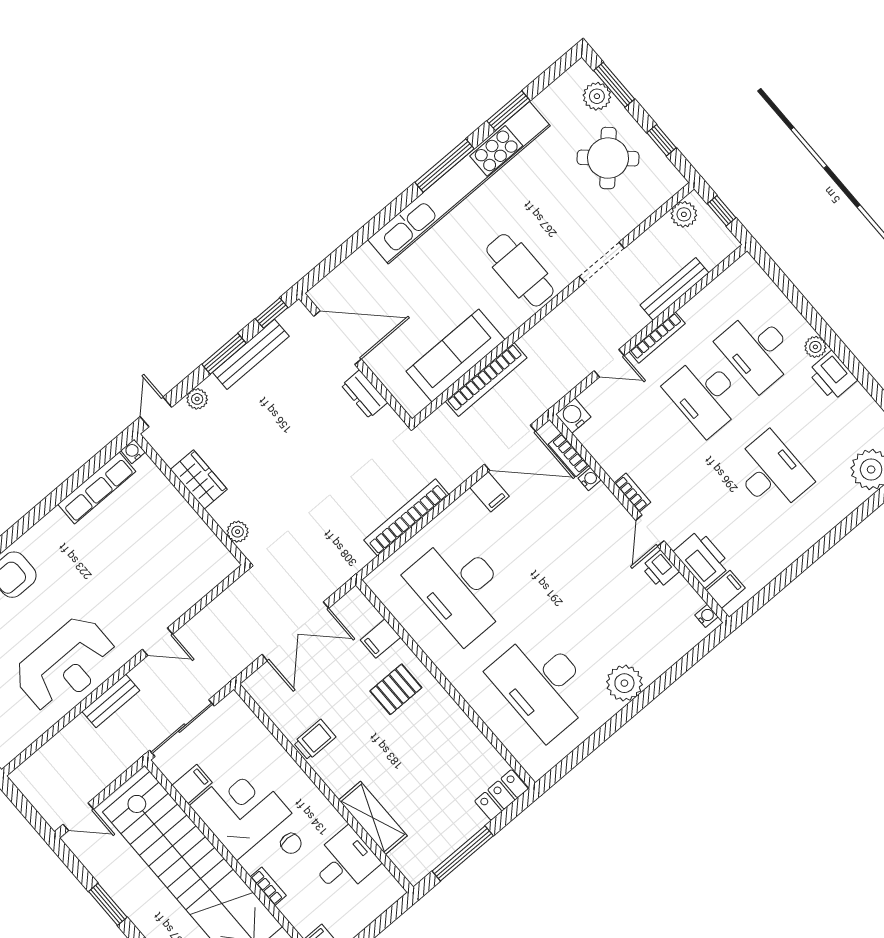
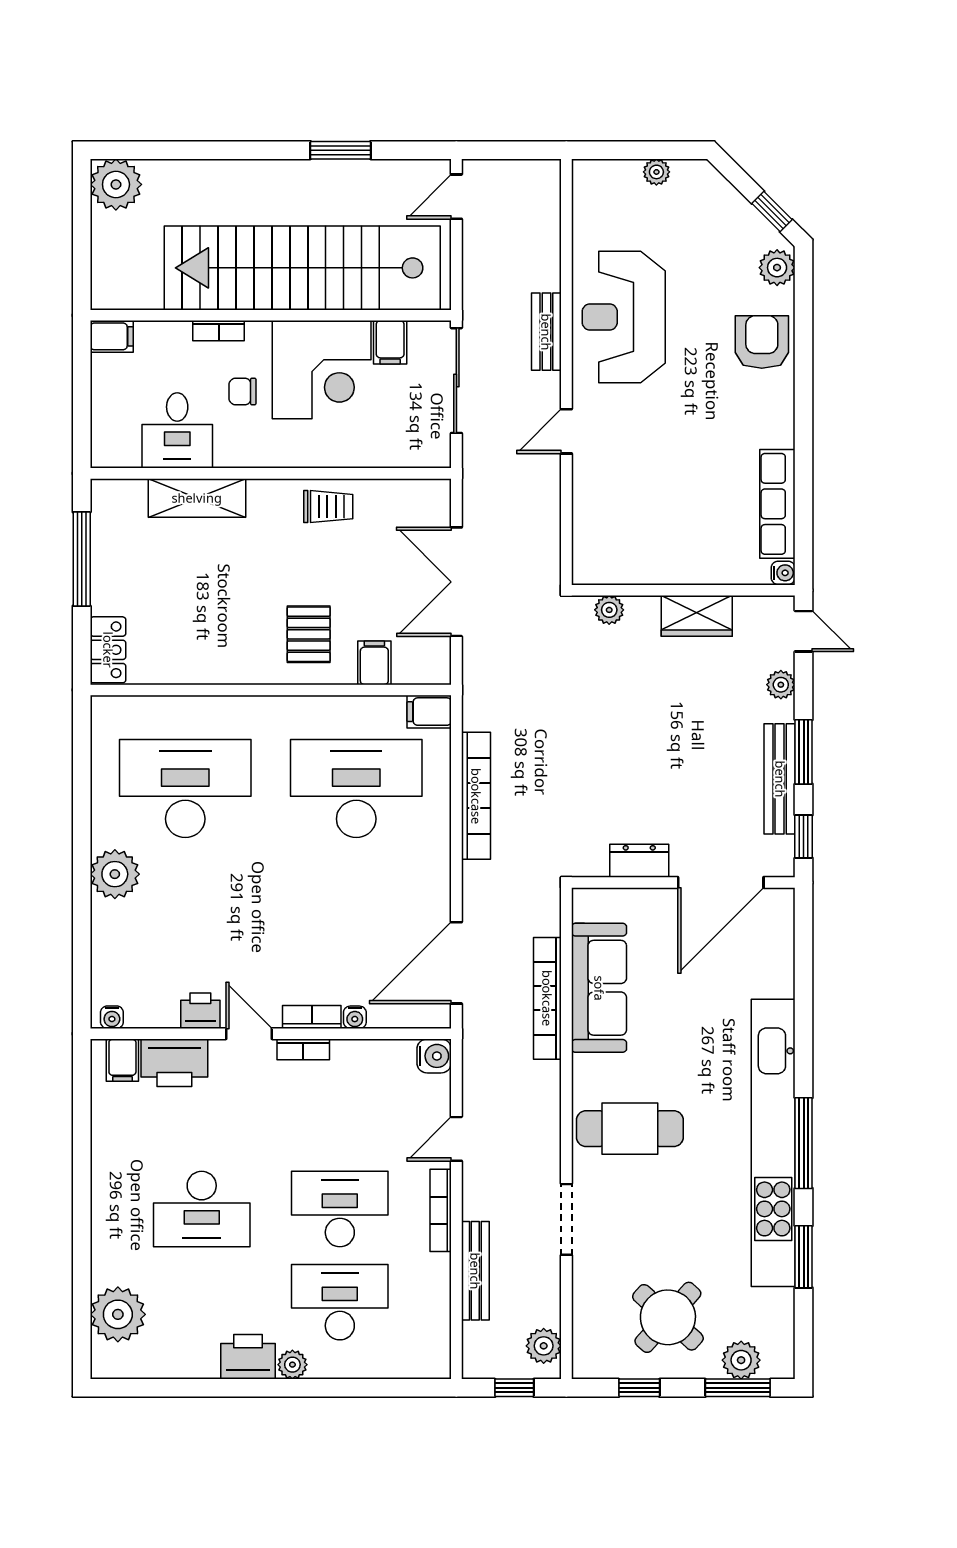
bookcase: (569, 455) -> (312, 1017), moved
filing cabinet: (490, 492) -> (429, 712), moved
trolley: (315, 740) -> (328, 507), turned -90

